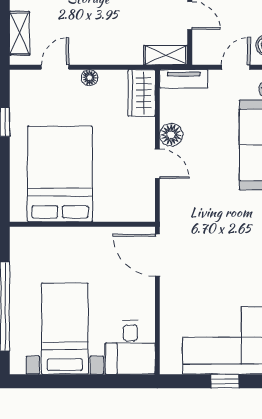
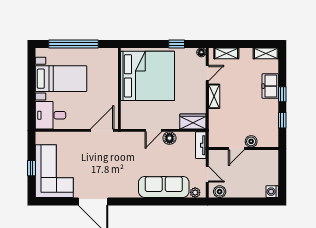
shelving: (166, 55) -> (214, 96), moved
door: (55, 67) -> (207, 73), hinge flipped
floor lamp: (90, 78) -> (201, 52), moved
bed: (60, 174) -> (148, 76), width x1.36

